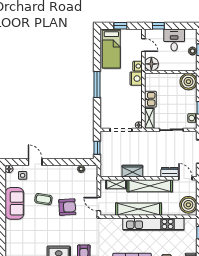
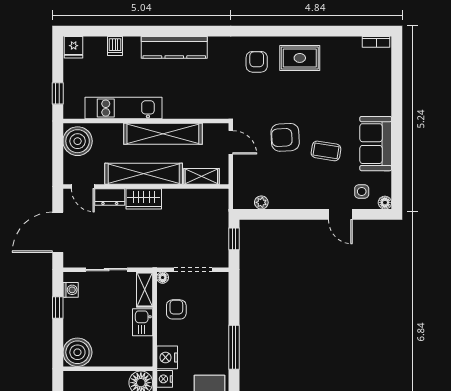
armchair: (131, 107) -> (176, 309), added
wardrobe: (132, 171) -> (144, 199), moved
kitchen unit: (153, 224) -> (123, 108), width x0.73

